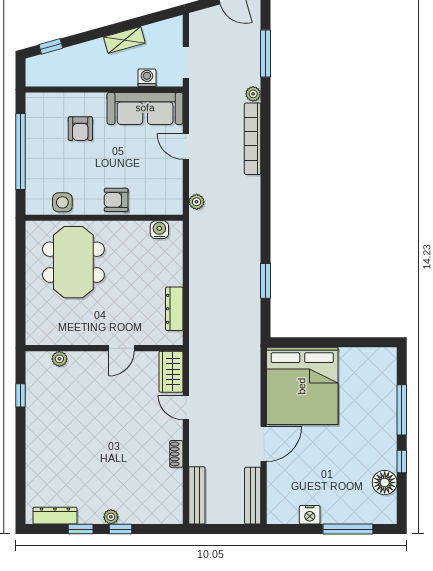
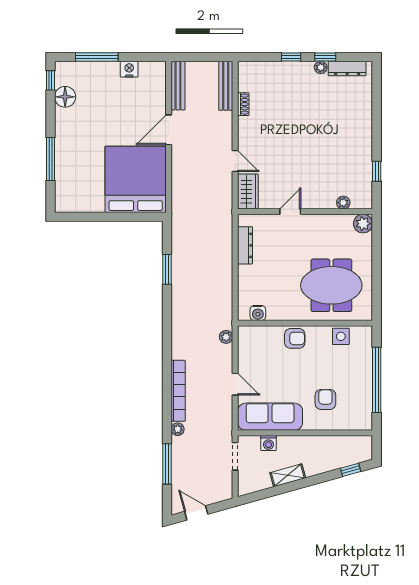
meeting table: (73, 262) -> (331, 285), turned 90
plant: (36, 334) -> (363, 224), added
shoe rack: (176, 454) -> (243, 104), moved
window: (402, 462) -> (50, 80), moved
plant: (111, 517) -> (321, 67), moved

